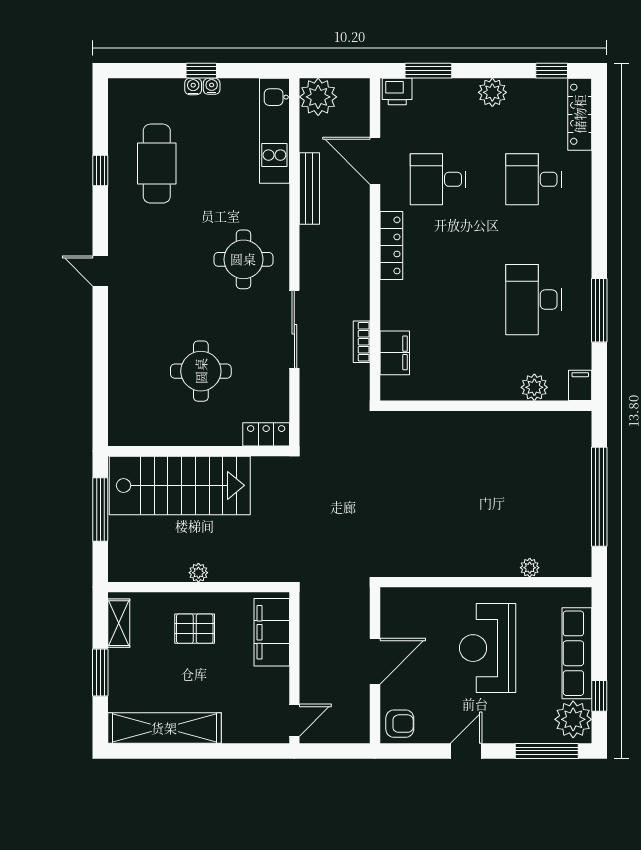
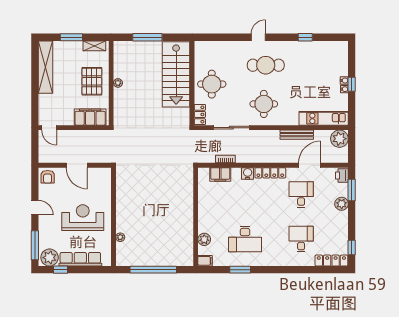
plant: (492, 92) -> (342, 204), moved
cafe table: (157, 164) -> (266, 65), moved
water cooler: (393, 294) -> (248, 173), added
desk: (534, 300) -> (245, 239), turned 180
window: (599, 310) -> (240, 270), width x0.69
locker: (266, 434) -> (200, 114), moved
wall: (199, 451) -> (192, 83), moved
stairs: (180, 485) -> (176, 74), moved
pallet: (195, 629) -> (92, 81), width x1.50, depth x1.42

